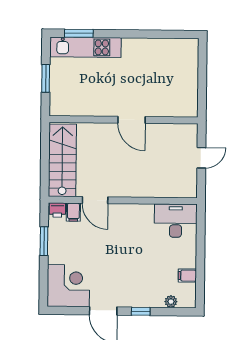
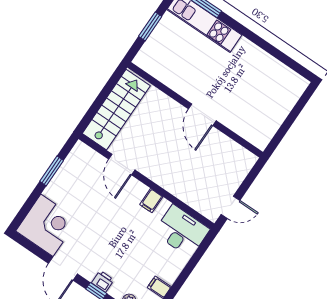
door: (201, 158) -> (230, 207), moved
printer: (57, 210) -> (103, 281), moved, turned 180
filing cabinet: (73, 212) -> (151, 201), moved

